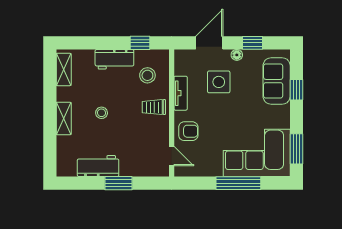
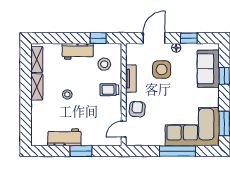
shelving: (64, 118) -> (37, 87), moved
armchair: (188, 131) -> (137, 109), turned -85
door: (172, 156) -> (124, 129), swing flipped

